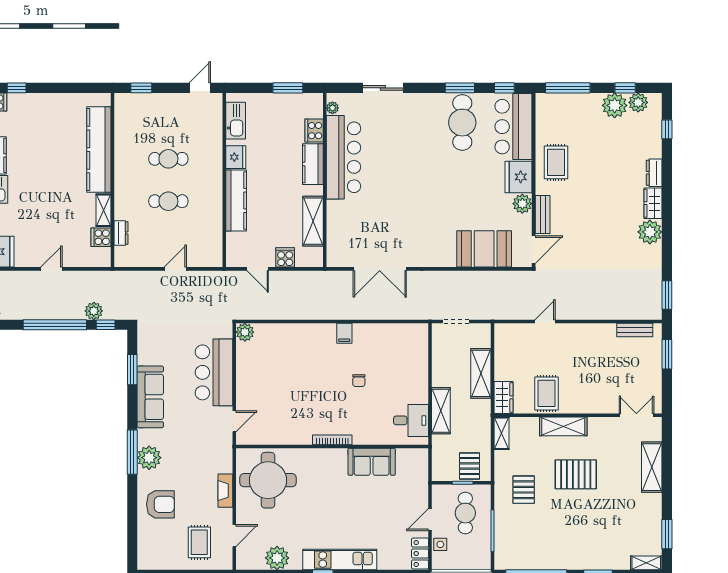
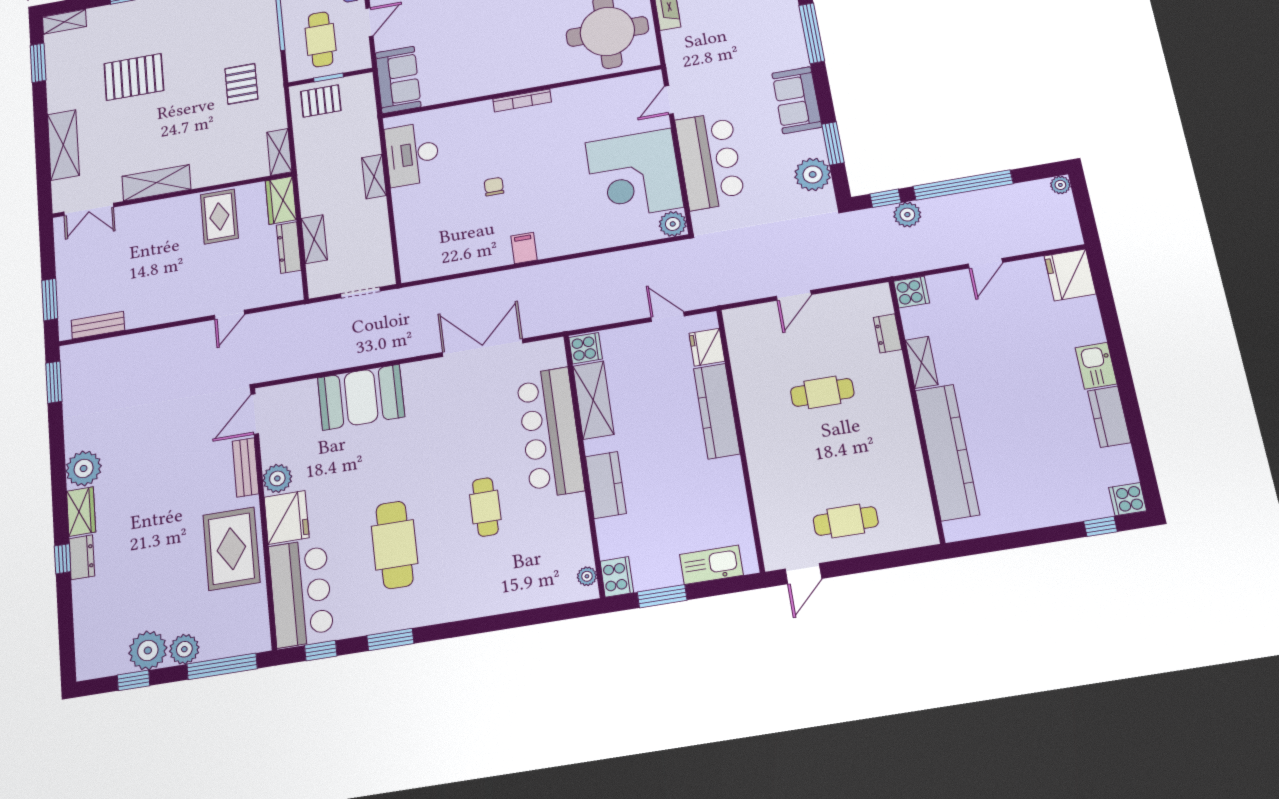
window: (141, 88) -> (898, 559), removed
sliding door: (383, 88) -> (511, 620), removed
plant: (638, 102) -> (184, 649), moved
kitchen sink: (236, 121) -> (711, 565), moved, turned 90
cafe table: (462, 123) -> (395, 545), moved
window: (667, 129) -> (63, 559), moved
cooker: (314, 131) -> (617, 577), moved
fridge: (236, 157) -> (707, 347), moved
bar counter: (343, 157) -> (550, 432), moved
cafe table: (168, 159) -> (846, 521), moved
rug: (556, 162) -> (231, 549), width x1.36, depth x1.43
cafe table: (391, 163) -> (485, 507), added
cooker: (101, 237) -> (912, 292), moved
booth: (484, 249) -> (361, 397), moved
cooker: (285, 257) -> (586, 348), moved, turned -90
dresser: (501, 362) -> (289, 248), added
corner desk: (265, 372) -> (634, 175), added
shelving: (481, 373) -> (314, 239), width x0.67, depth x0.75
sofa: (150, 397) -> (797, 100), width x0.73
shelving: (441, 411) -> (374, 177), width x0.67, depth x0.75
desk: (411, 420) -> (412, 154), width x1.37
shelving: (563, 426) -> (156, 183), moved
plant: (149, 458) -> (813, 174), moved
sofa: (372, 462) -> (398, 80), moved, turned 90
pallet: (470, 466) -> (321, 101), turned 90
pallet: (576, 474) -> (134, 77), moved

